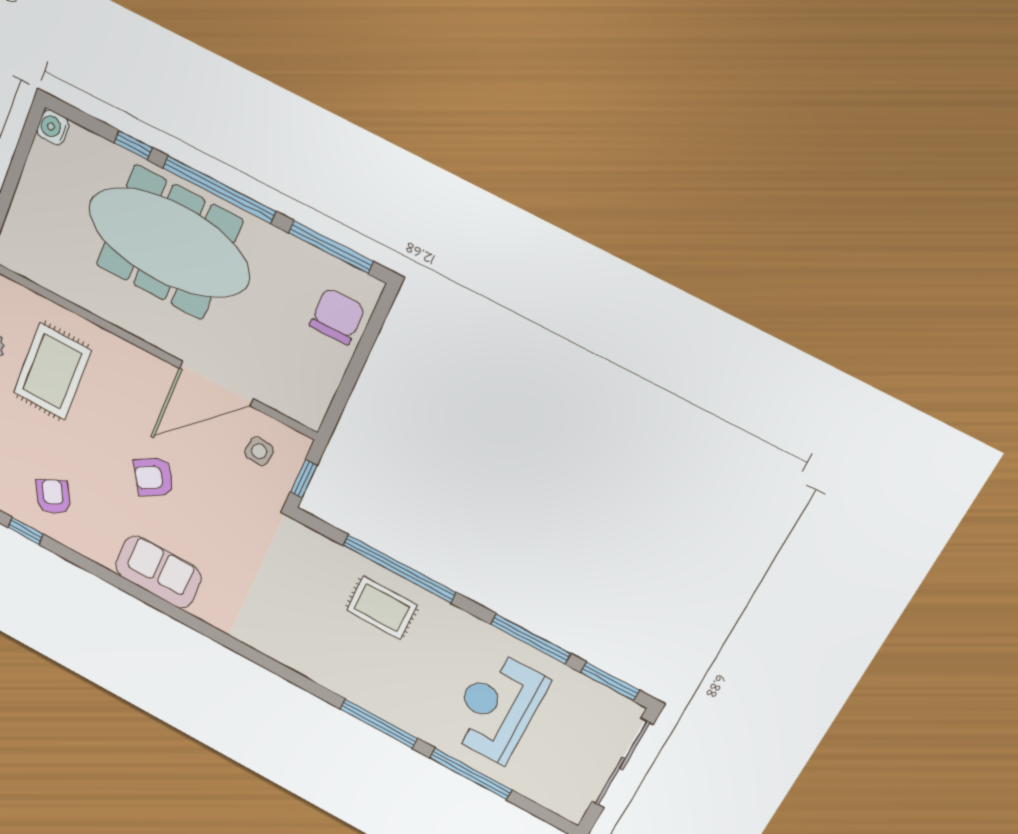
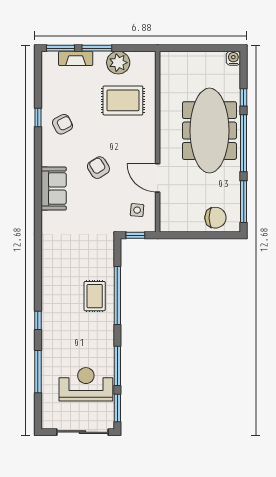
door: (216, 384) -> (158, 178), width x0.73
reception desk: (497, 707) -> (86, 384), moved
window: (379, 724) -> (38, 320), width x0.46

